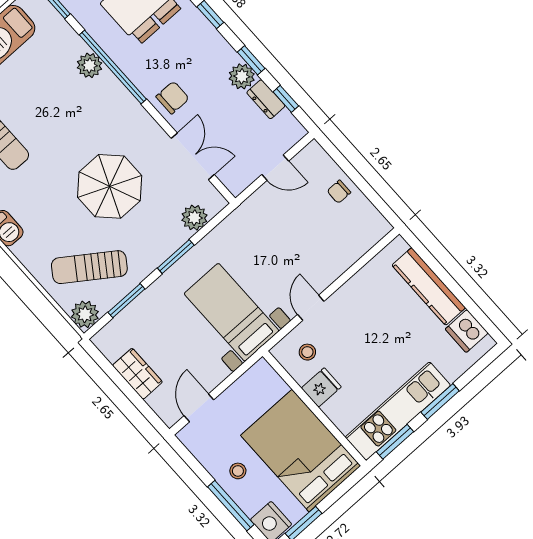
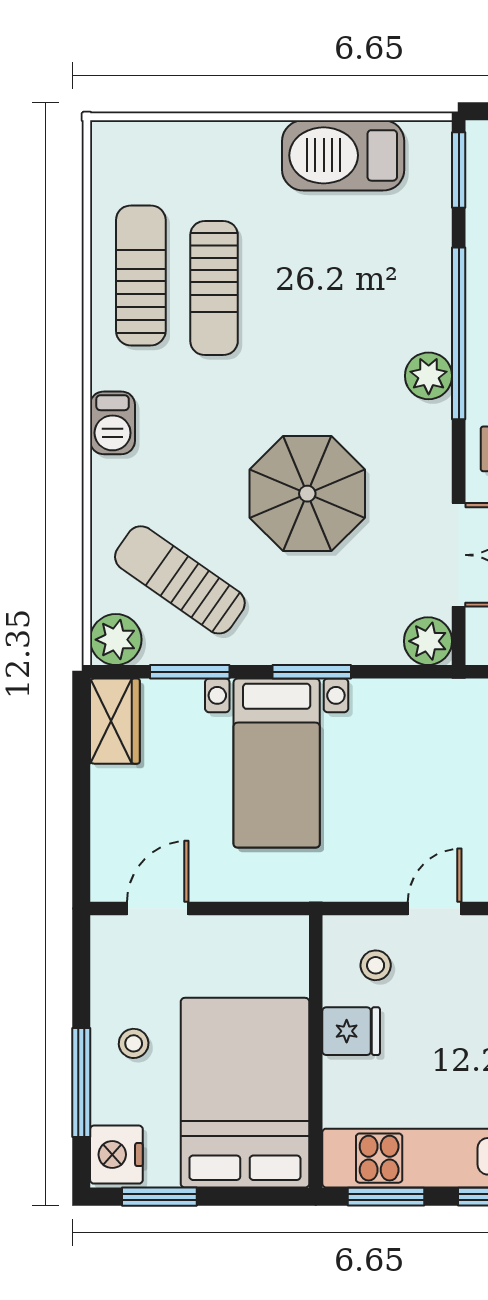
plant: (89, 65) -> (429, 376), moved
plant: (194, 218) -> (428, 641), moved
bed with nightstands: (232, 312) -> (277, 763), moved, turned 180
wardrobe: (137, 374) -> (115, 721), moved

